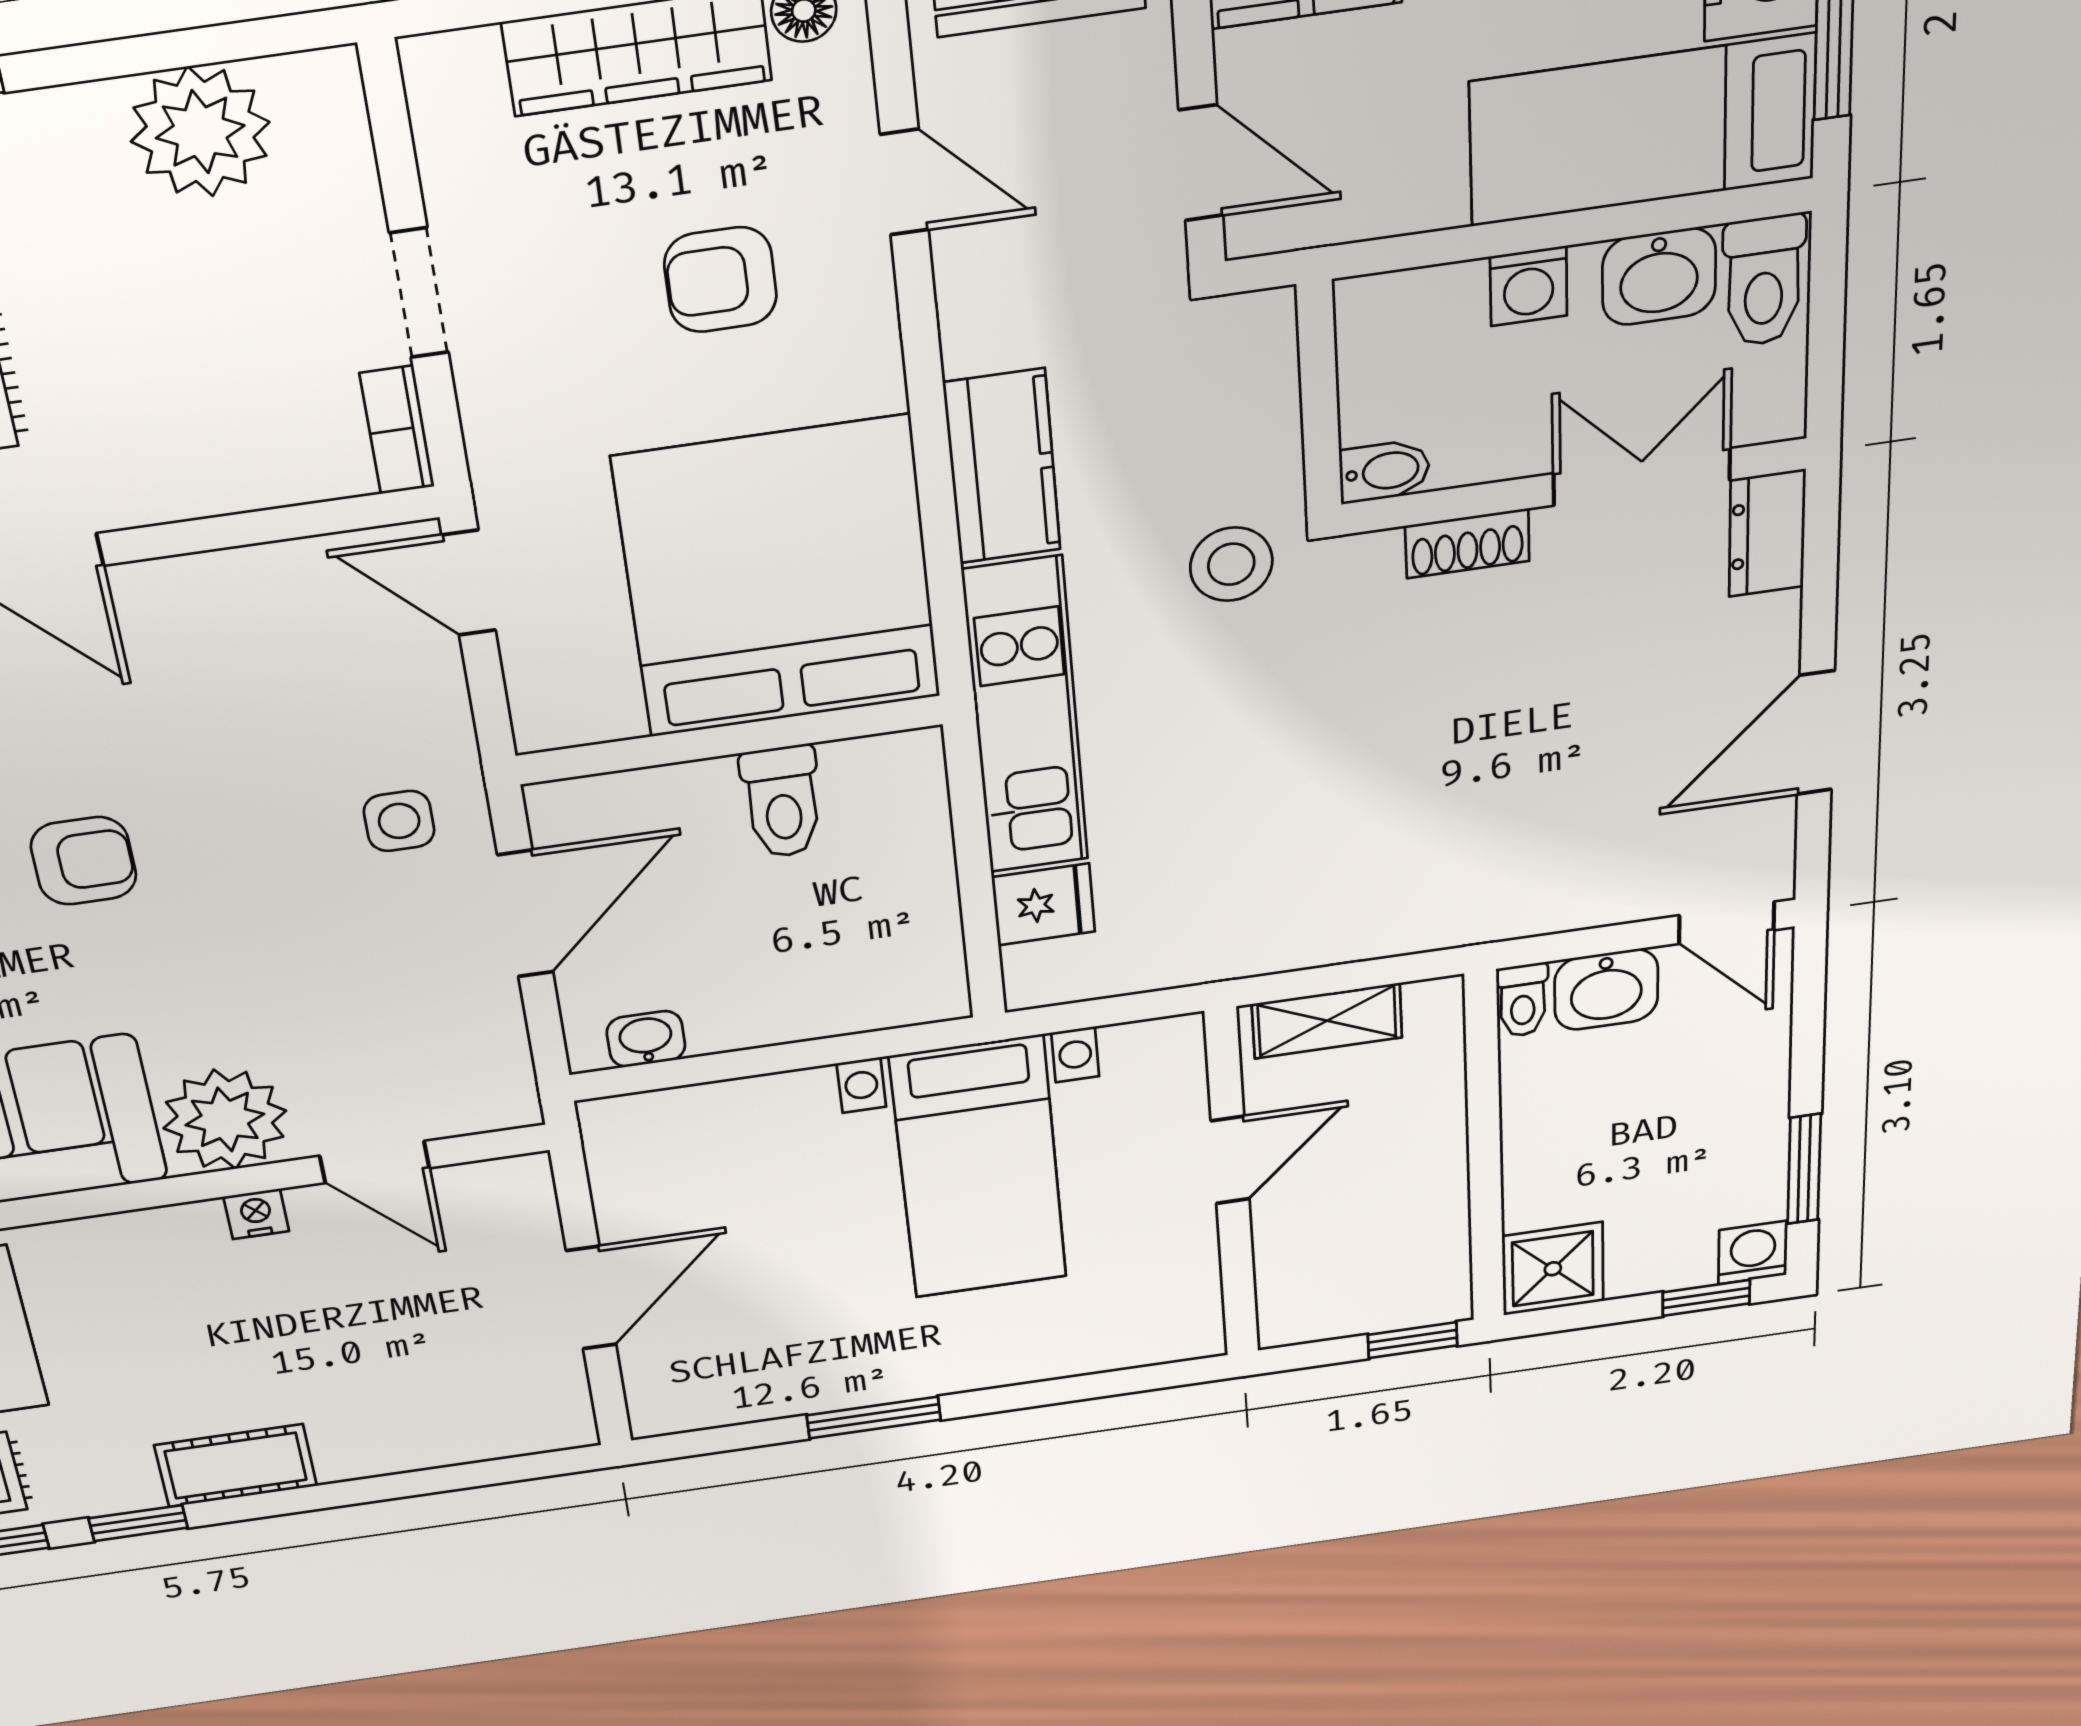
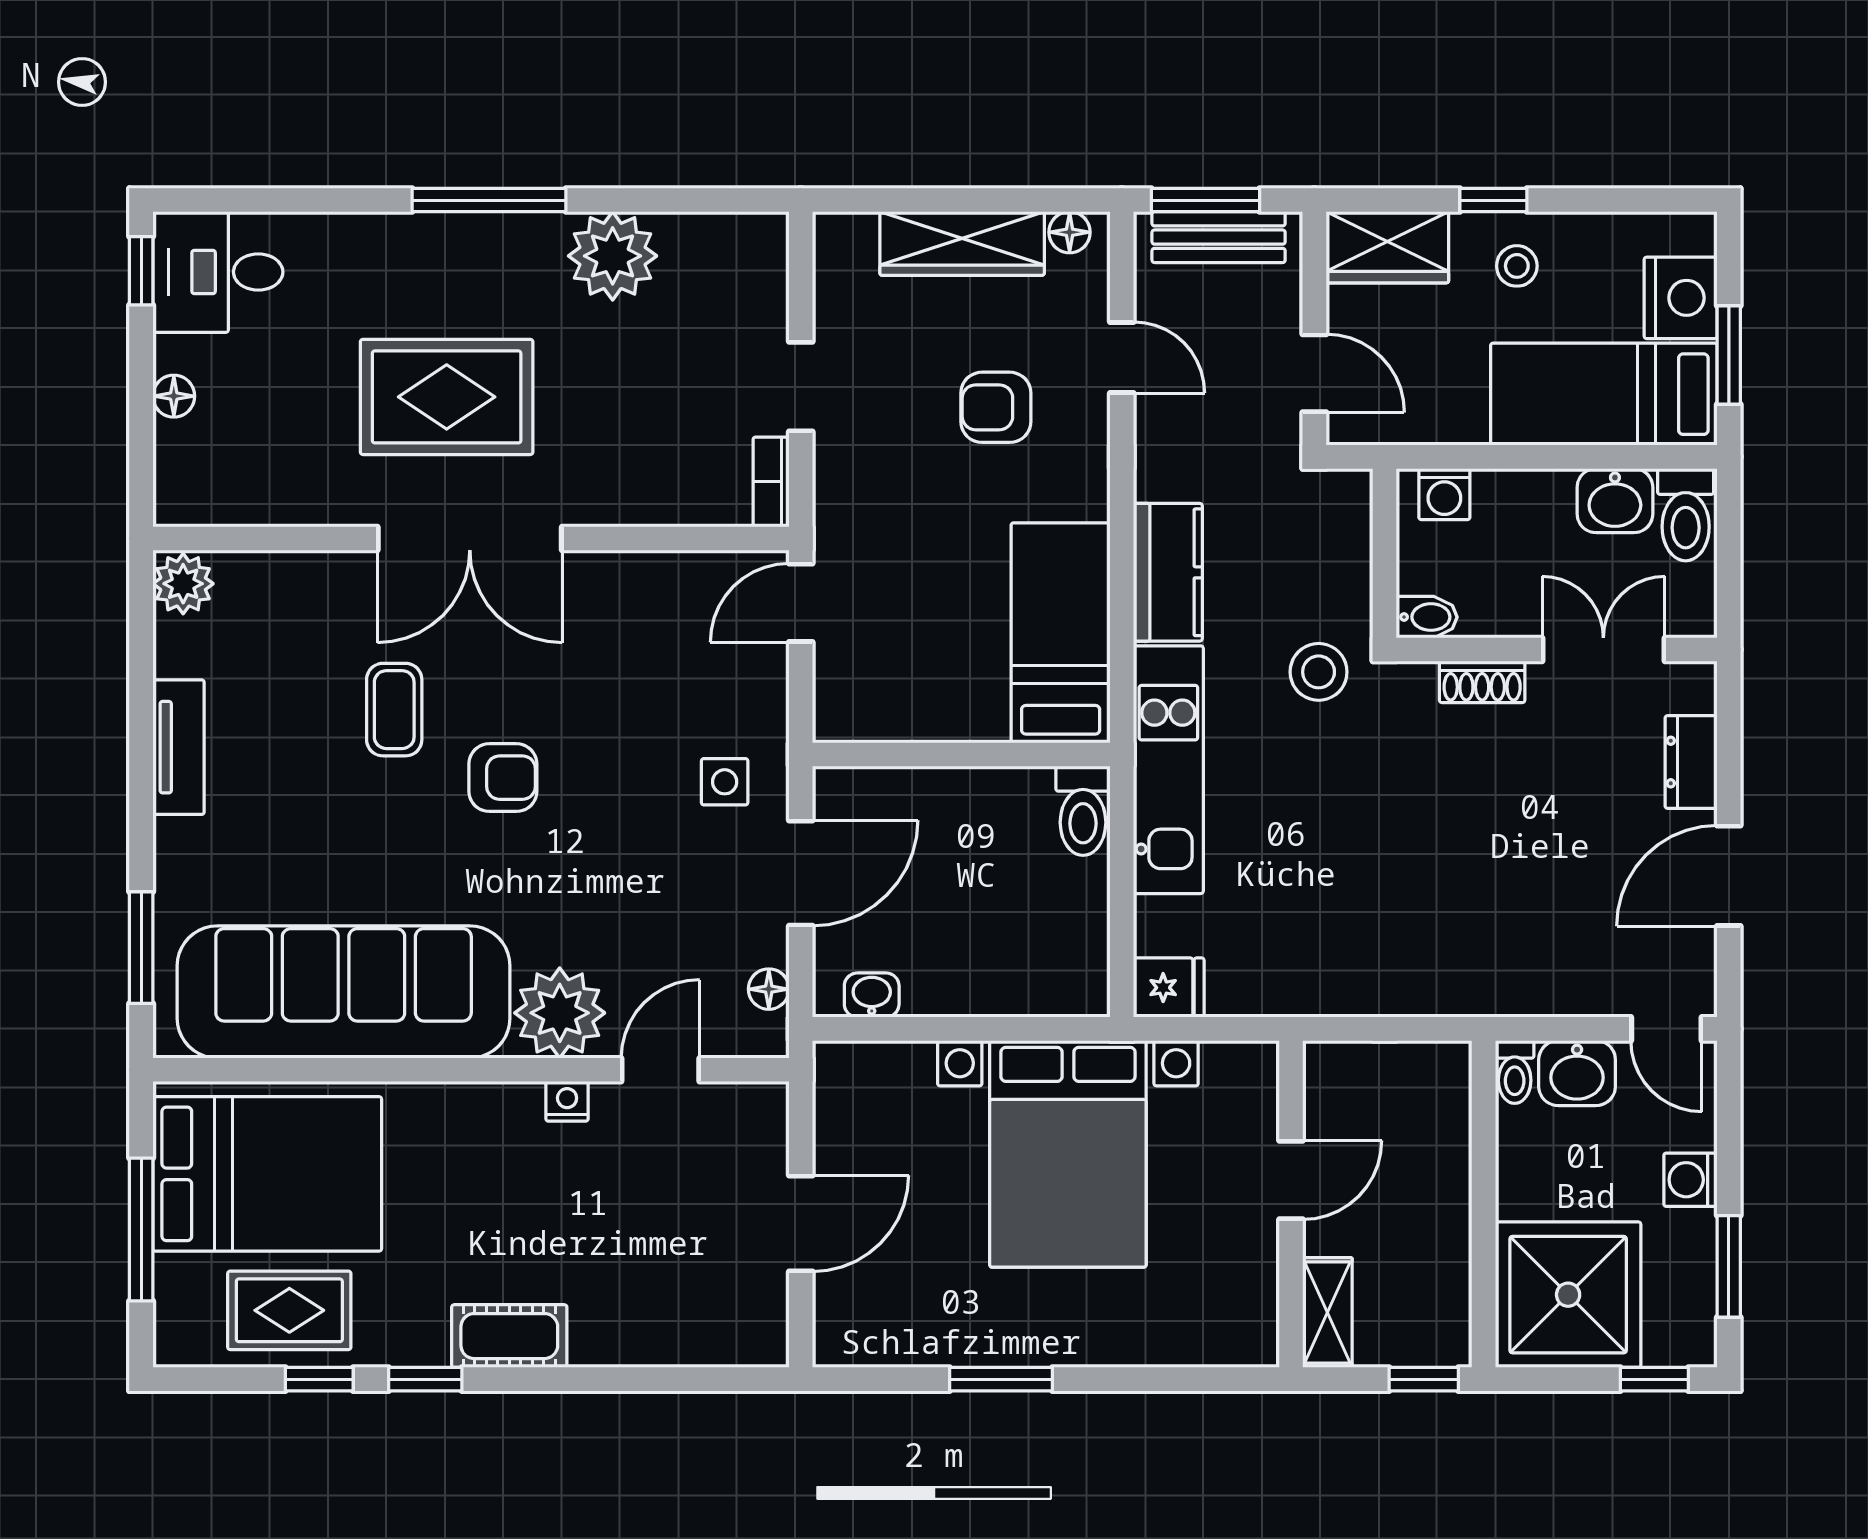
plant: (200, 132) -> (613, 256), moved
washing machine: (1529, 286) -> (1444, 494), moved
dresser: (1767, 533) -> (1691, 762), moved
bed: (778, 578) -> (1061, 633), width x0.49
door: (469, 583) -> (801, 603), hinge flipped
toilet: (782, 802) -> (1083, 811), moved
fridge: (1043, 904) -> (1169, 988), moved
shelving: (1327, 1021) -> (1327, 1312), moved, turned 90
floor lamp: (504, 1052) -> (769, 989), added
door: (375, 1162) -> (660, 1070), swing flipped
bed with nightstands: (979, 1168) -> (1068, 1154), width x1.36
washing machine: (1753, 1253) -> (1690, 1180), moved, turned -90
shower: (1553, 1269) -> (1568, 1295), width x1.86, depth x1.86

